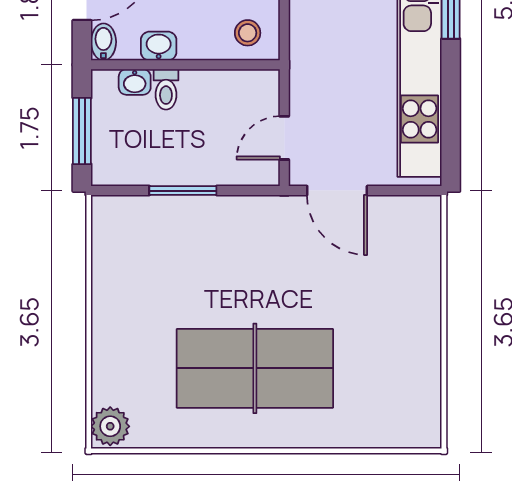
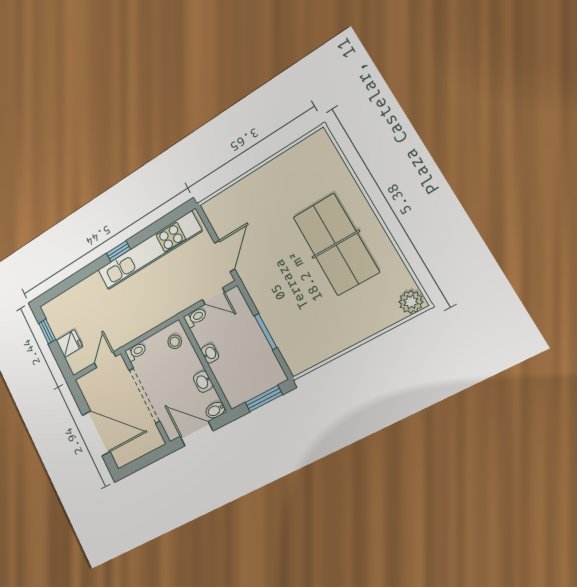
washbasin: (135, 82) -> (210, 353), moved
toilet: (166, 89) -> (195, 317), moved

